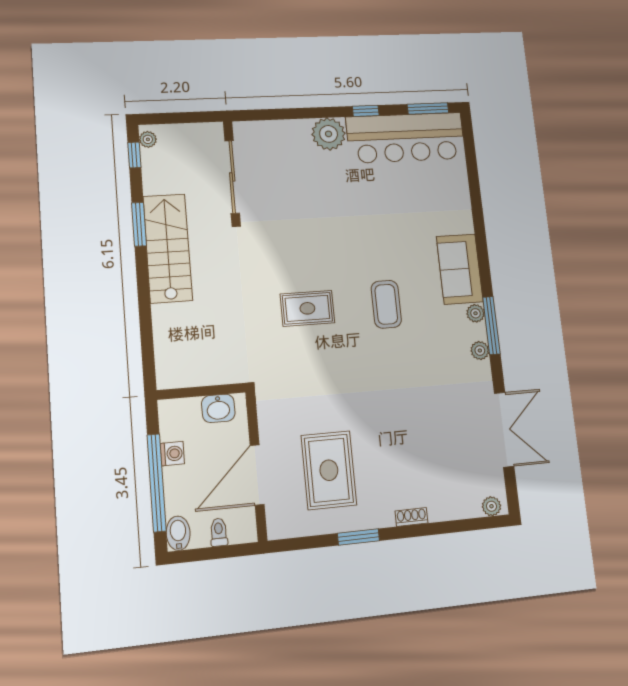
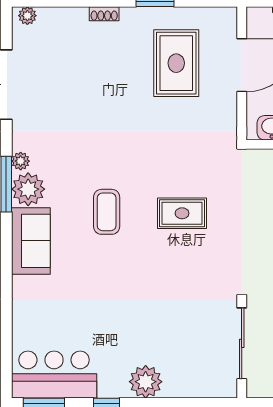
bar counter: (406, 138) -> (54, 375), width x0.73
plant: (476, 313) -> (28, 189), width x1.88, depth x1.88

